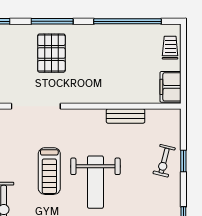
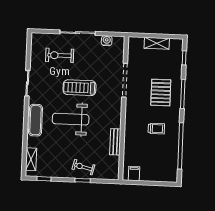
trolley: (170, 48) -> (156, 129), moved
pallet: (51, 53) -> (161, 93), turned 90
filing cabinet: (170, 87) -> (134, 174), width x0.50

